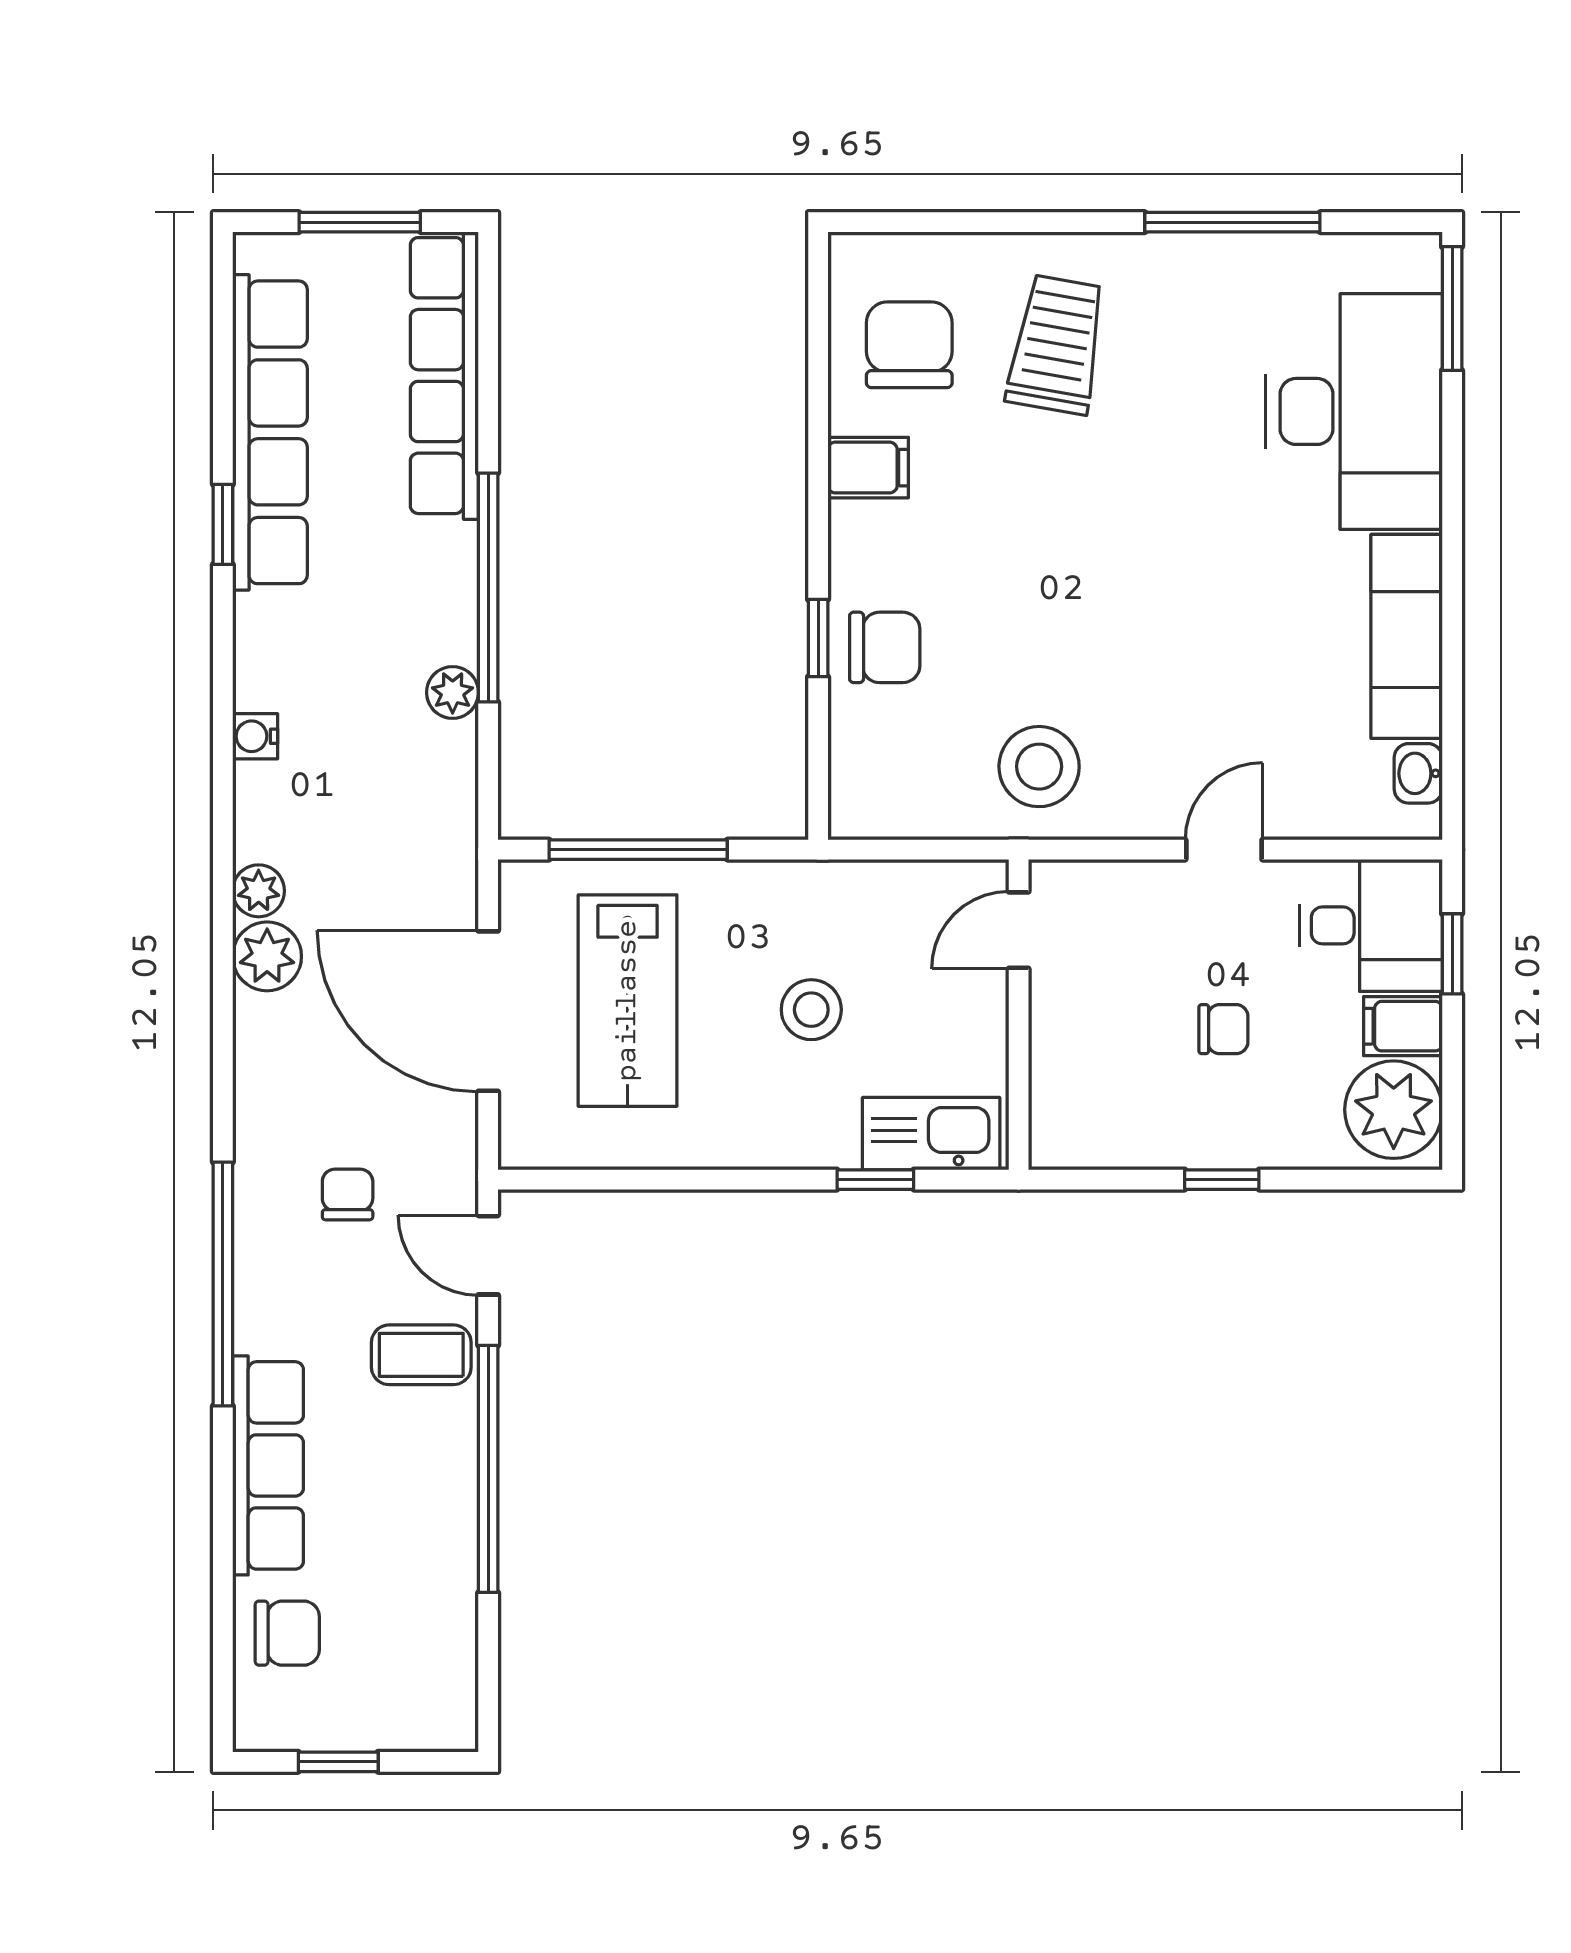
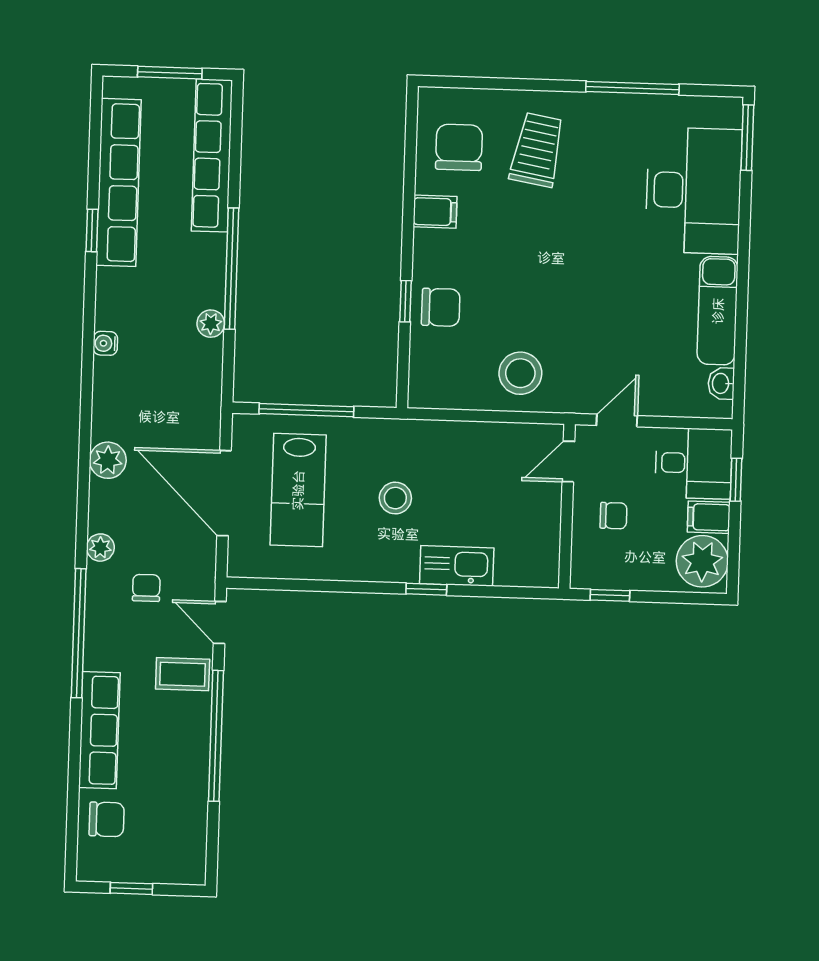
plant: (259, 891) -> (100, 548), moved
door: (1019, 930) -> (568, 462), moved
wall: (1019, 1015) -> (567, 506), moved

